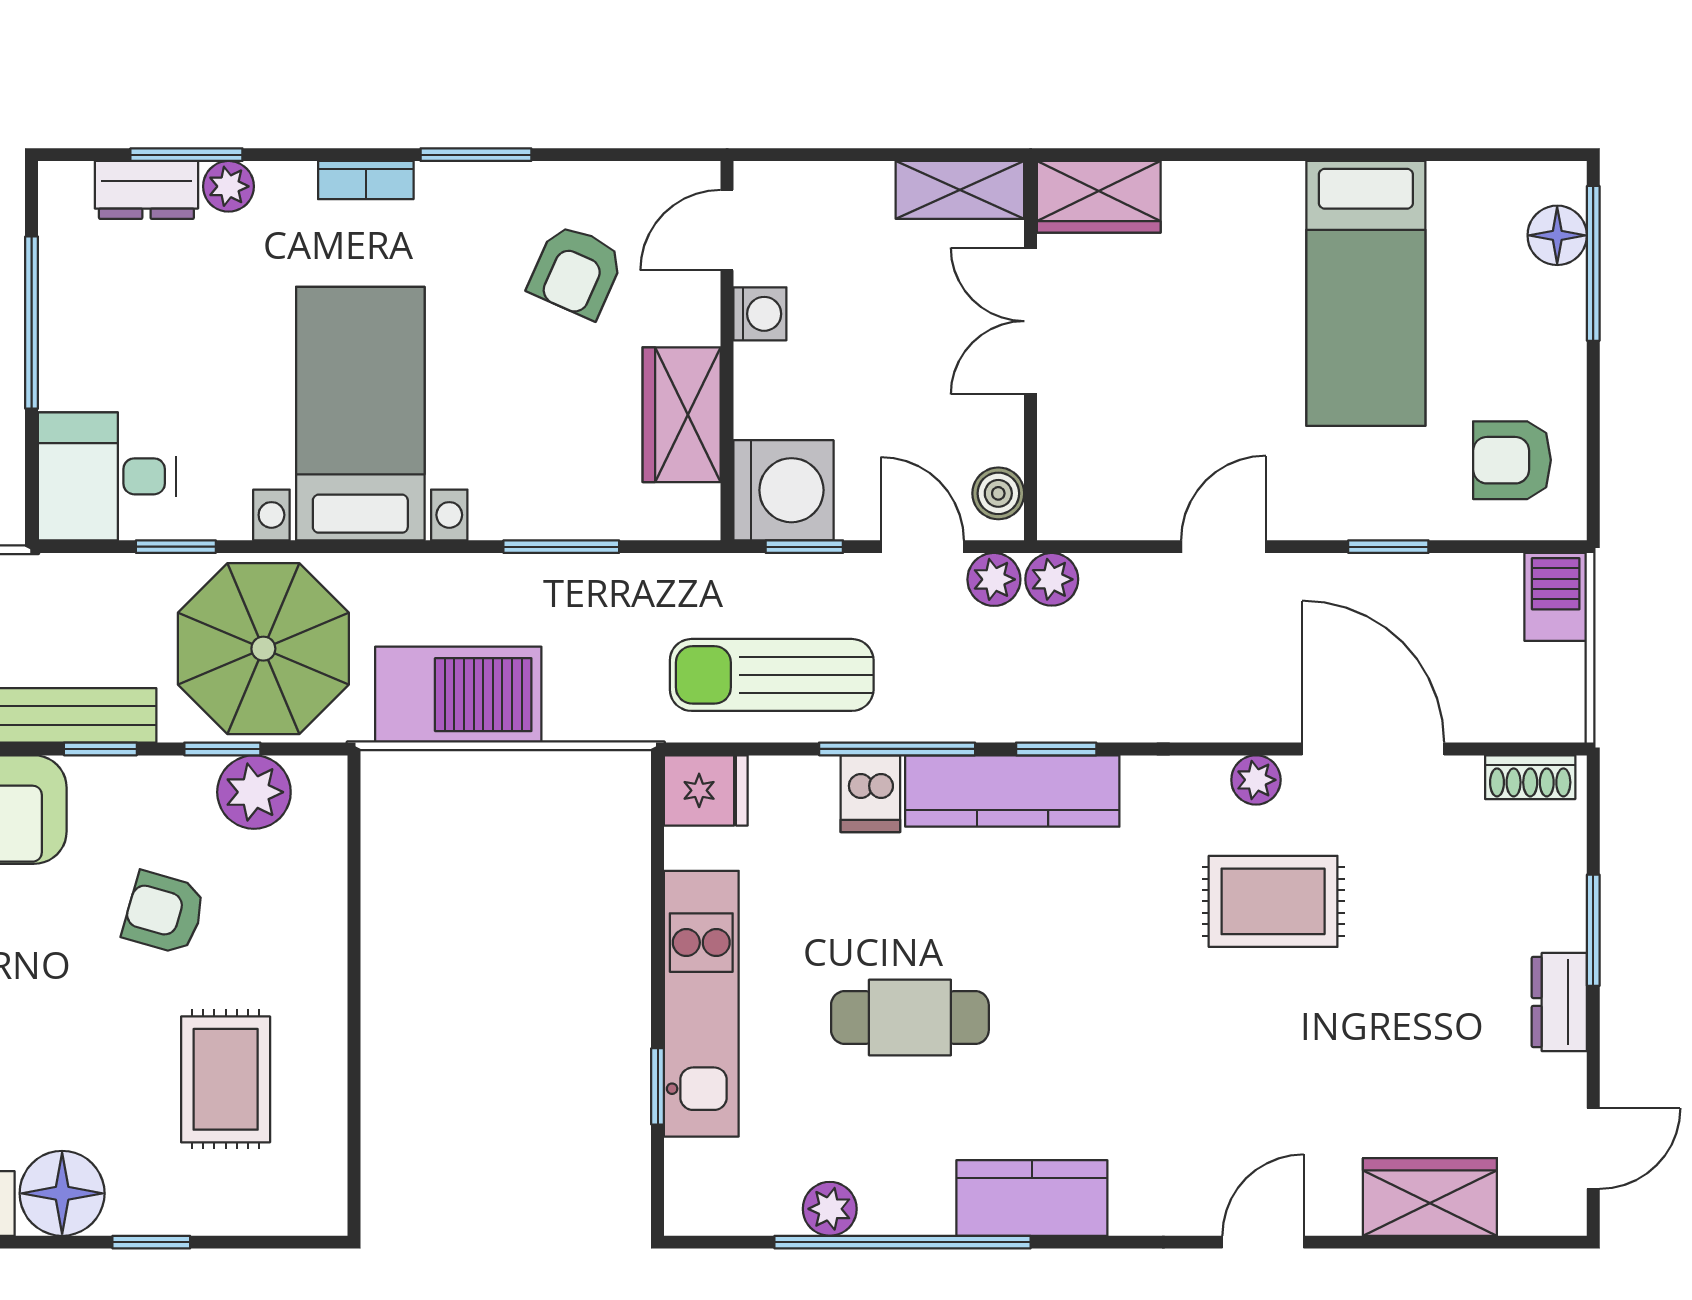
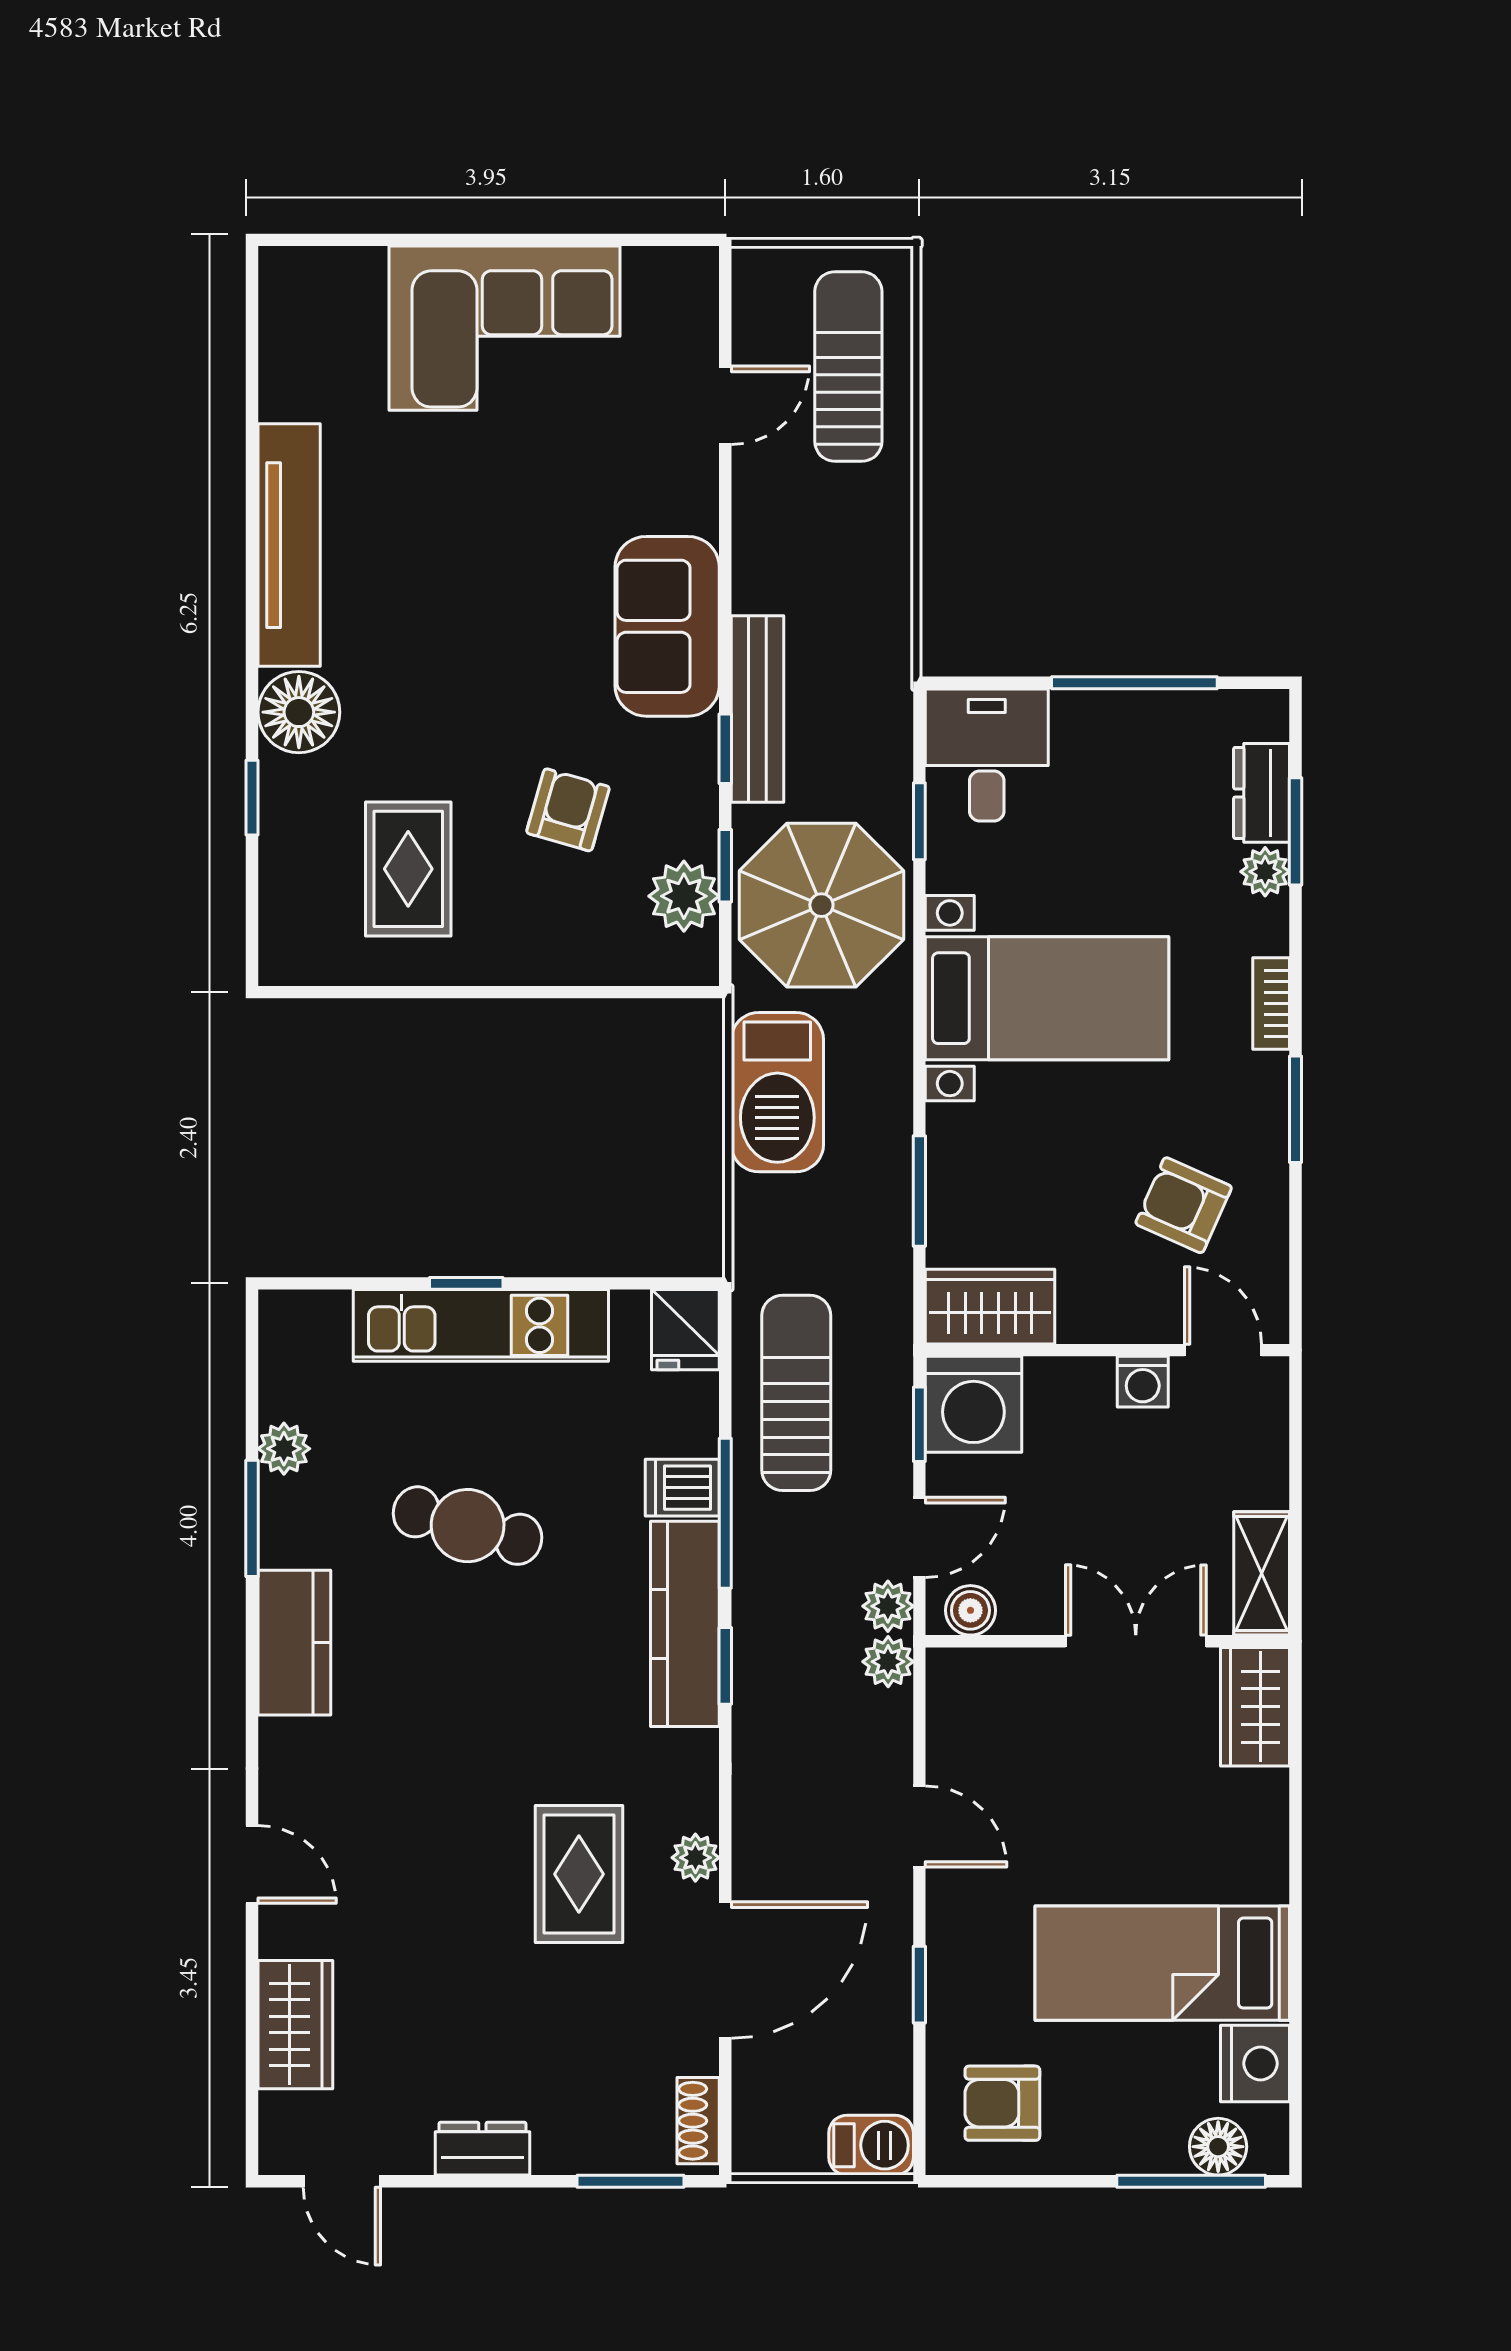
nightstand: (1471, 197) -> (1255, 2063), added
wardrobe: (682, 415) -> (990, 1307), moved
armchair: (1512, 460) -> (1002, 2103), turned -90
window: (1593, 930) -> (630, 2181), moved
cafe table: (910, 1017) -> (468, 1526), turned -75
rug: (226, 1079) -> (408, 869), turned 90
window: (658, 1086) -> (466, 1283), moved
window: (903, 1242) -> (252, 1518), width x0.47

